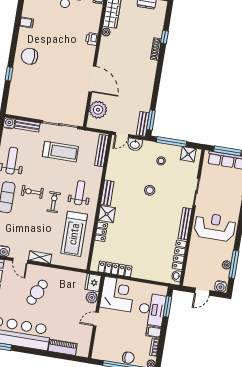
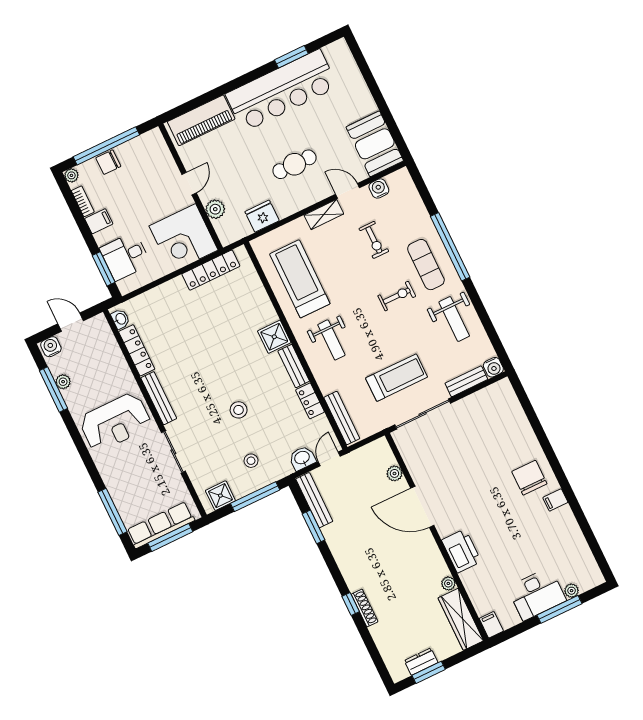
filing cabinet: (27, 23) -> (555, 500), moved
window: (164, 37) -> (351, 604), moved
printer: (92, 39) -> (461, 551), width x1.87, depth x1.48
chair: (30, 56) -> (529, 478), turned -90
window: (9, 74) -> (540, 434), removed
plant: (98, 110) -> (394, 473), width x0.53, depth x0.53
window: (151, 120) -> (314, 527), moved
bench: (143, 124) -> (314, 500), width x1.36
treadmill: (60, 152) -> (397, 378), turned 180
exercise bike: (54, 202) -> (374, 240), moved
locker: (101, 232) -> (310, 401), moved
fridge: (93, 283) -> (262, 216), moved, turned -90
cafe table: (37, 292) -> (294, 164), turned 64
door: (202, 292) -> (71, 322), hinge flipped
desk: (152, 309) -> (125, 256), width x0.73
piano: (63, 347) -> (201, 120), width x1.37, depth x1.33

